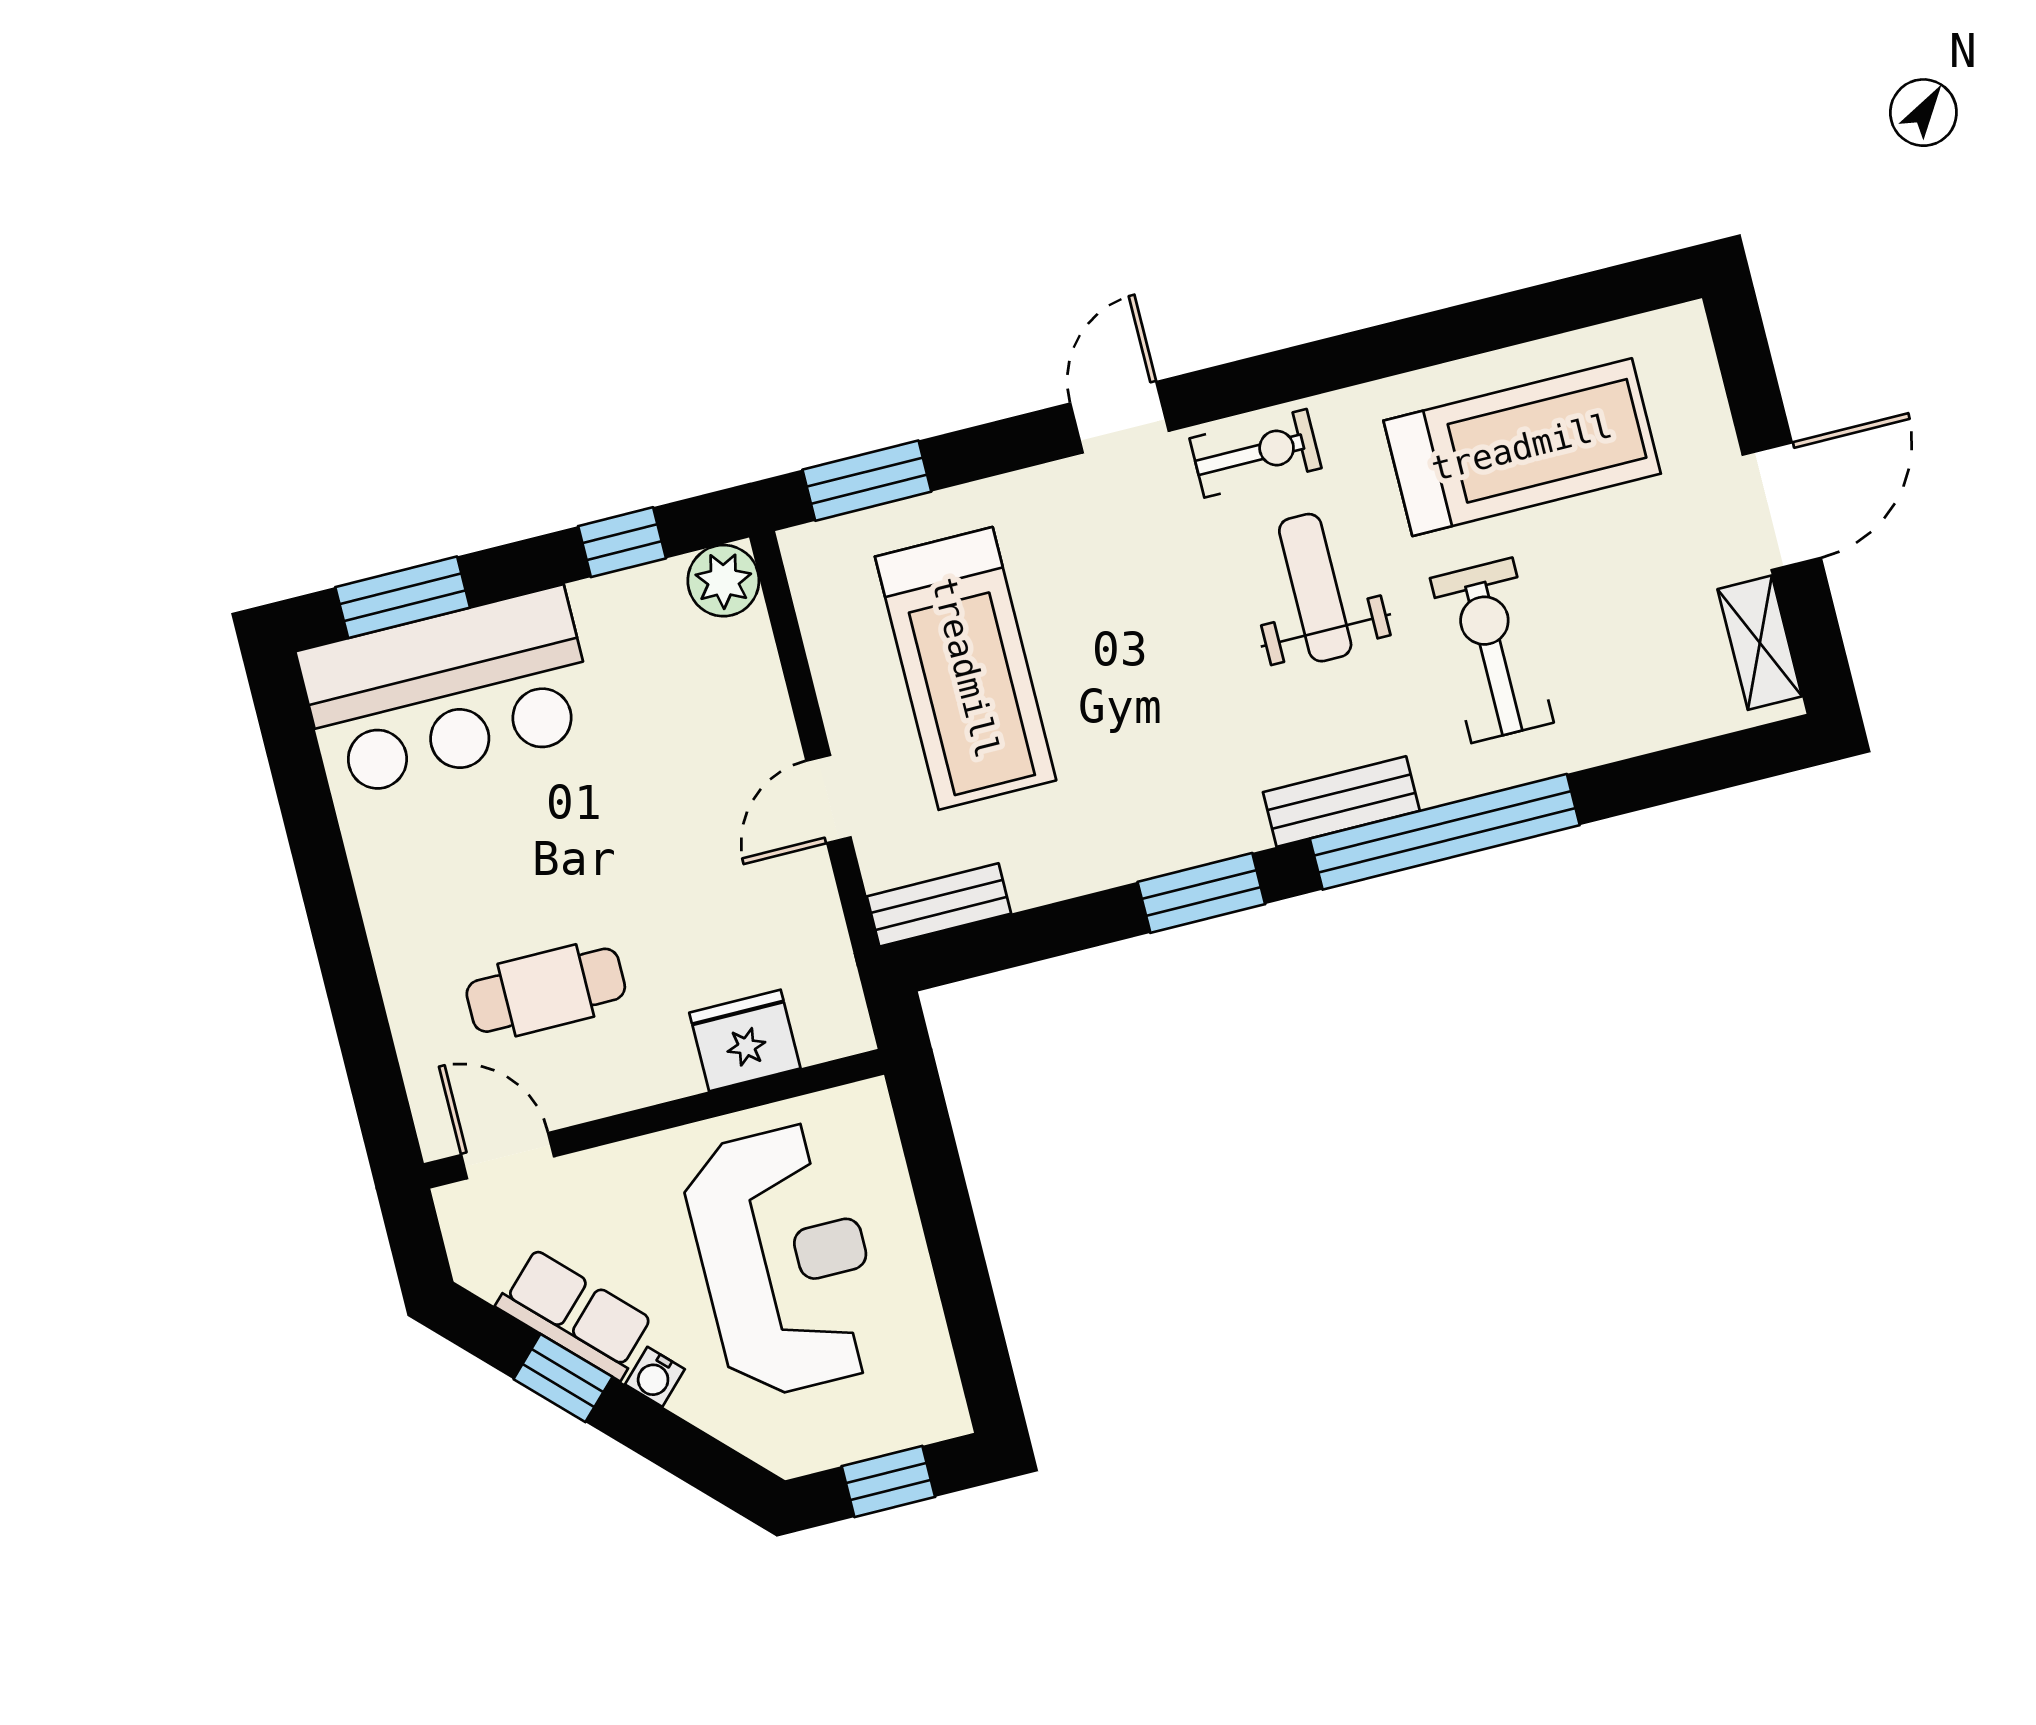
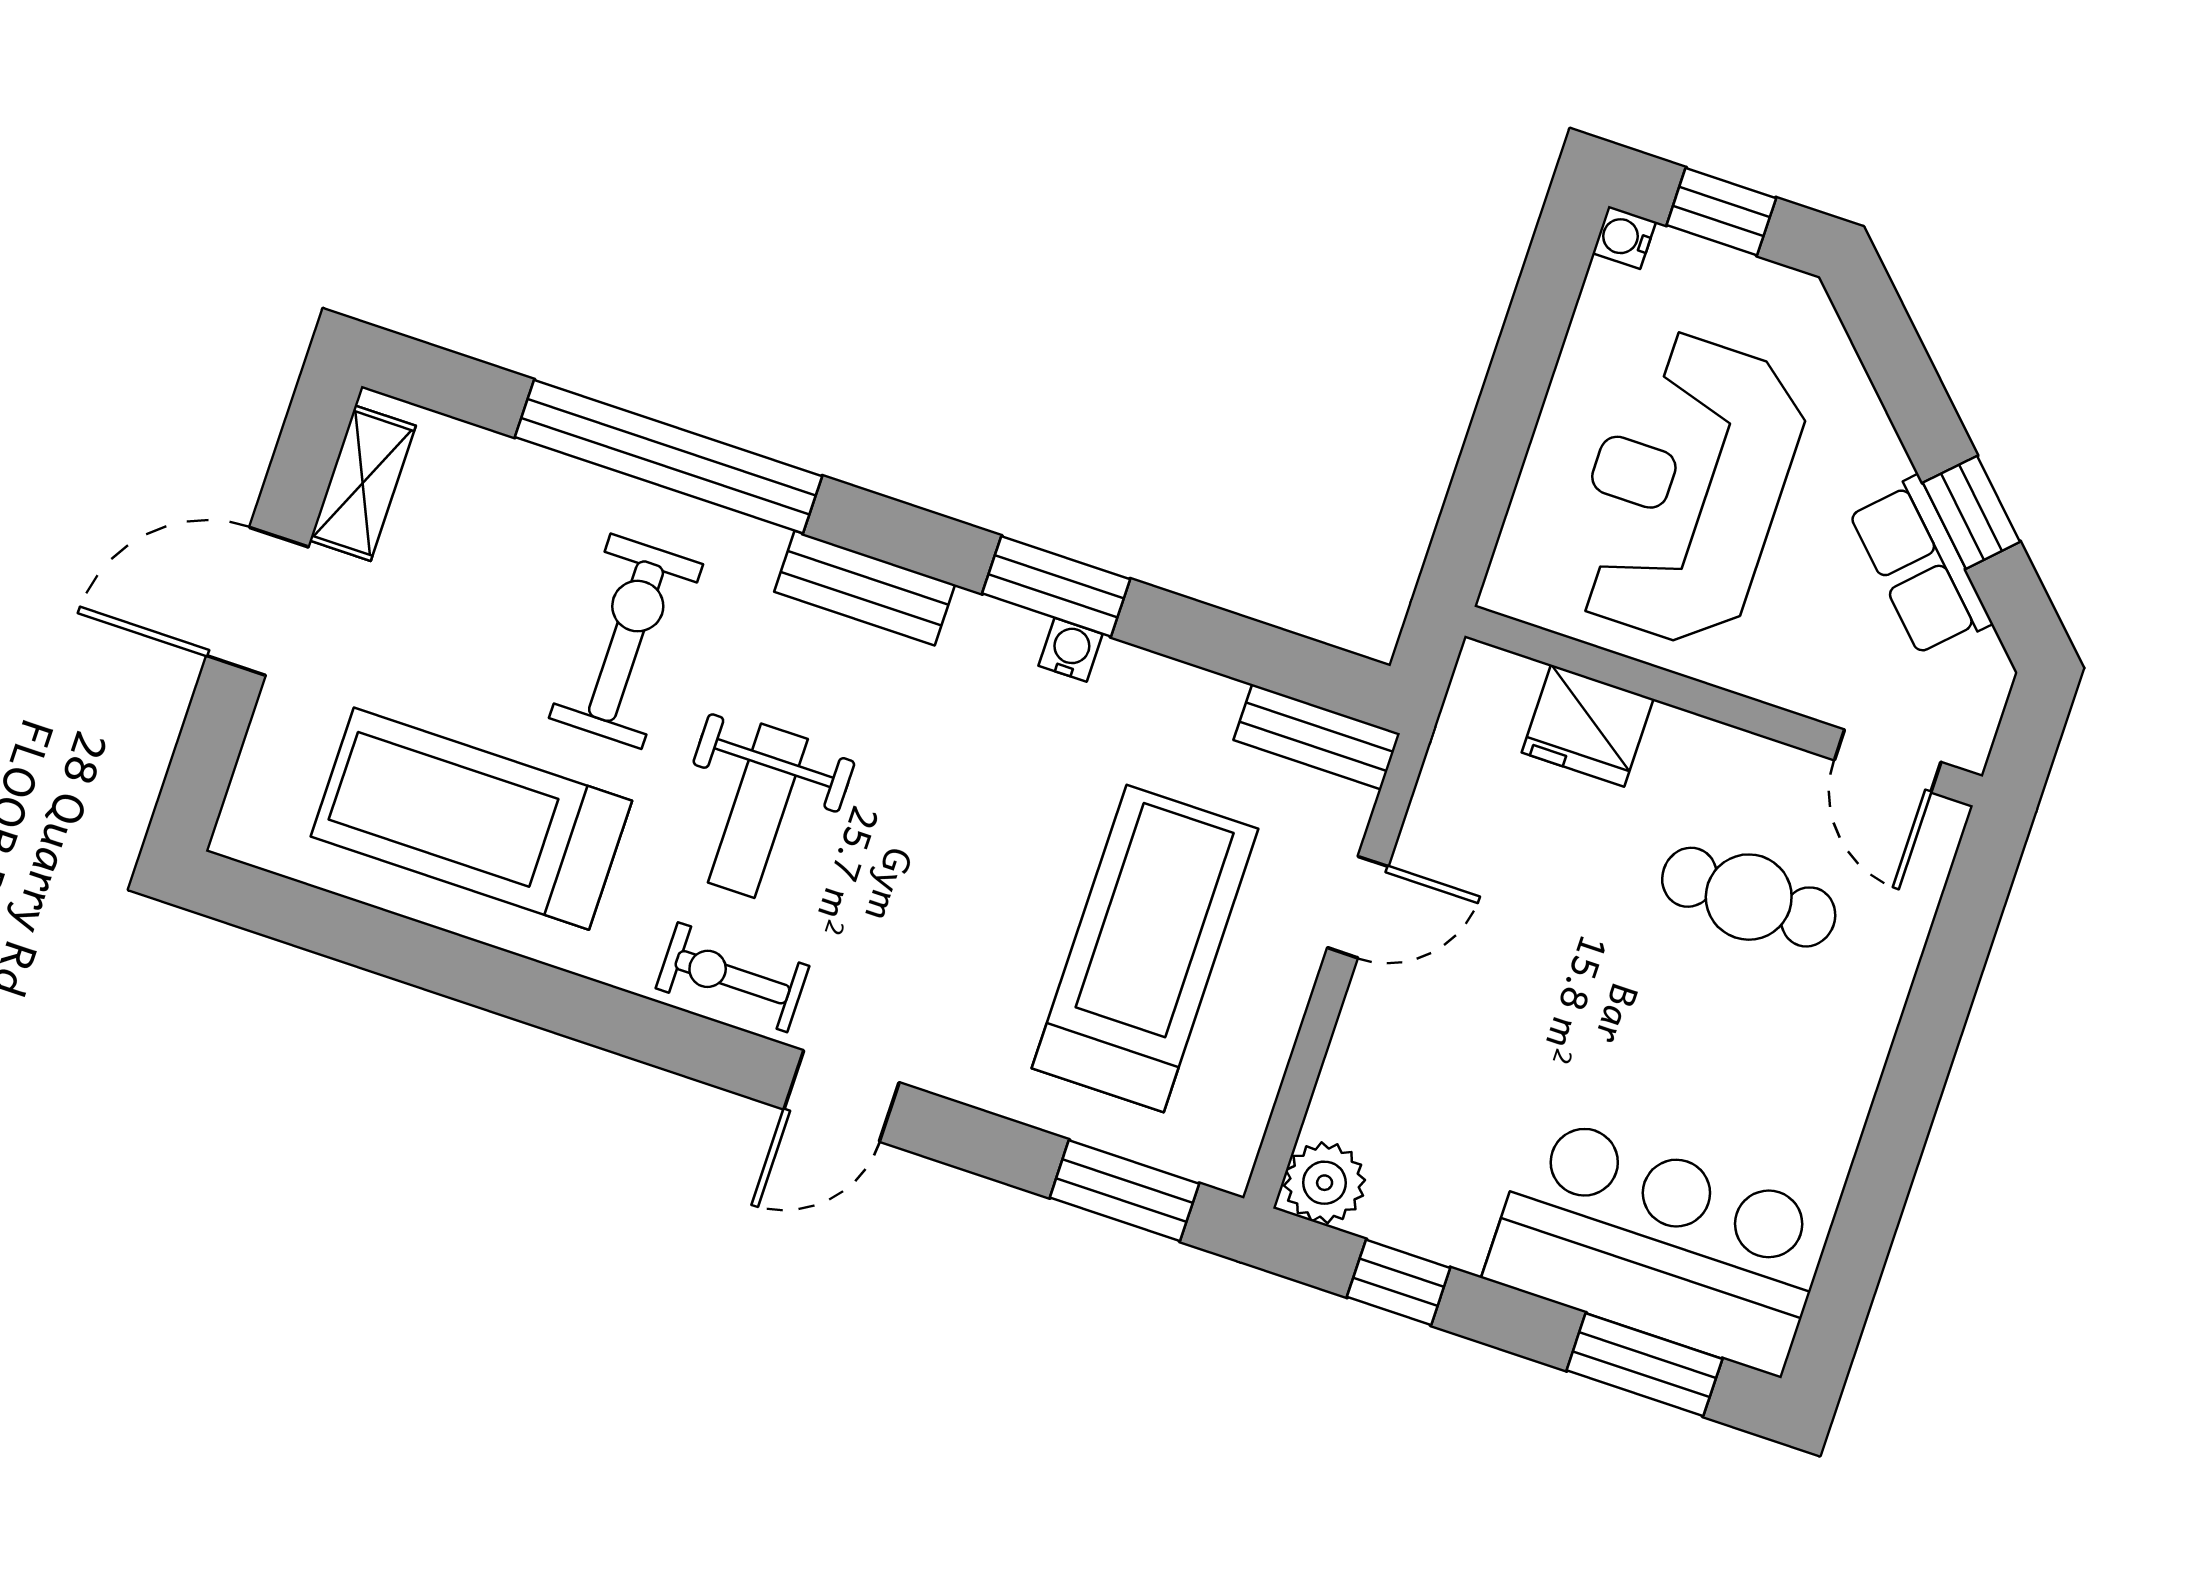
exercise bike: (1492, 650) -> (626, 641), turned 180
window: (1445, 832) -> (668, 457), moved
water cooler: (1161, 853) -> (1071, 650), added
water cooler: (655, 1377) -> (1624, 237), moved, turned -135

